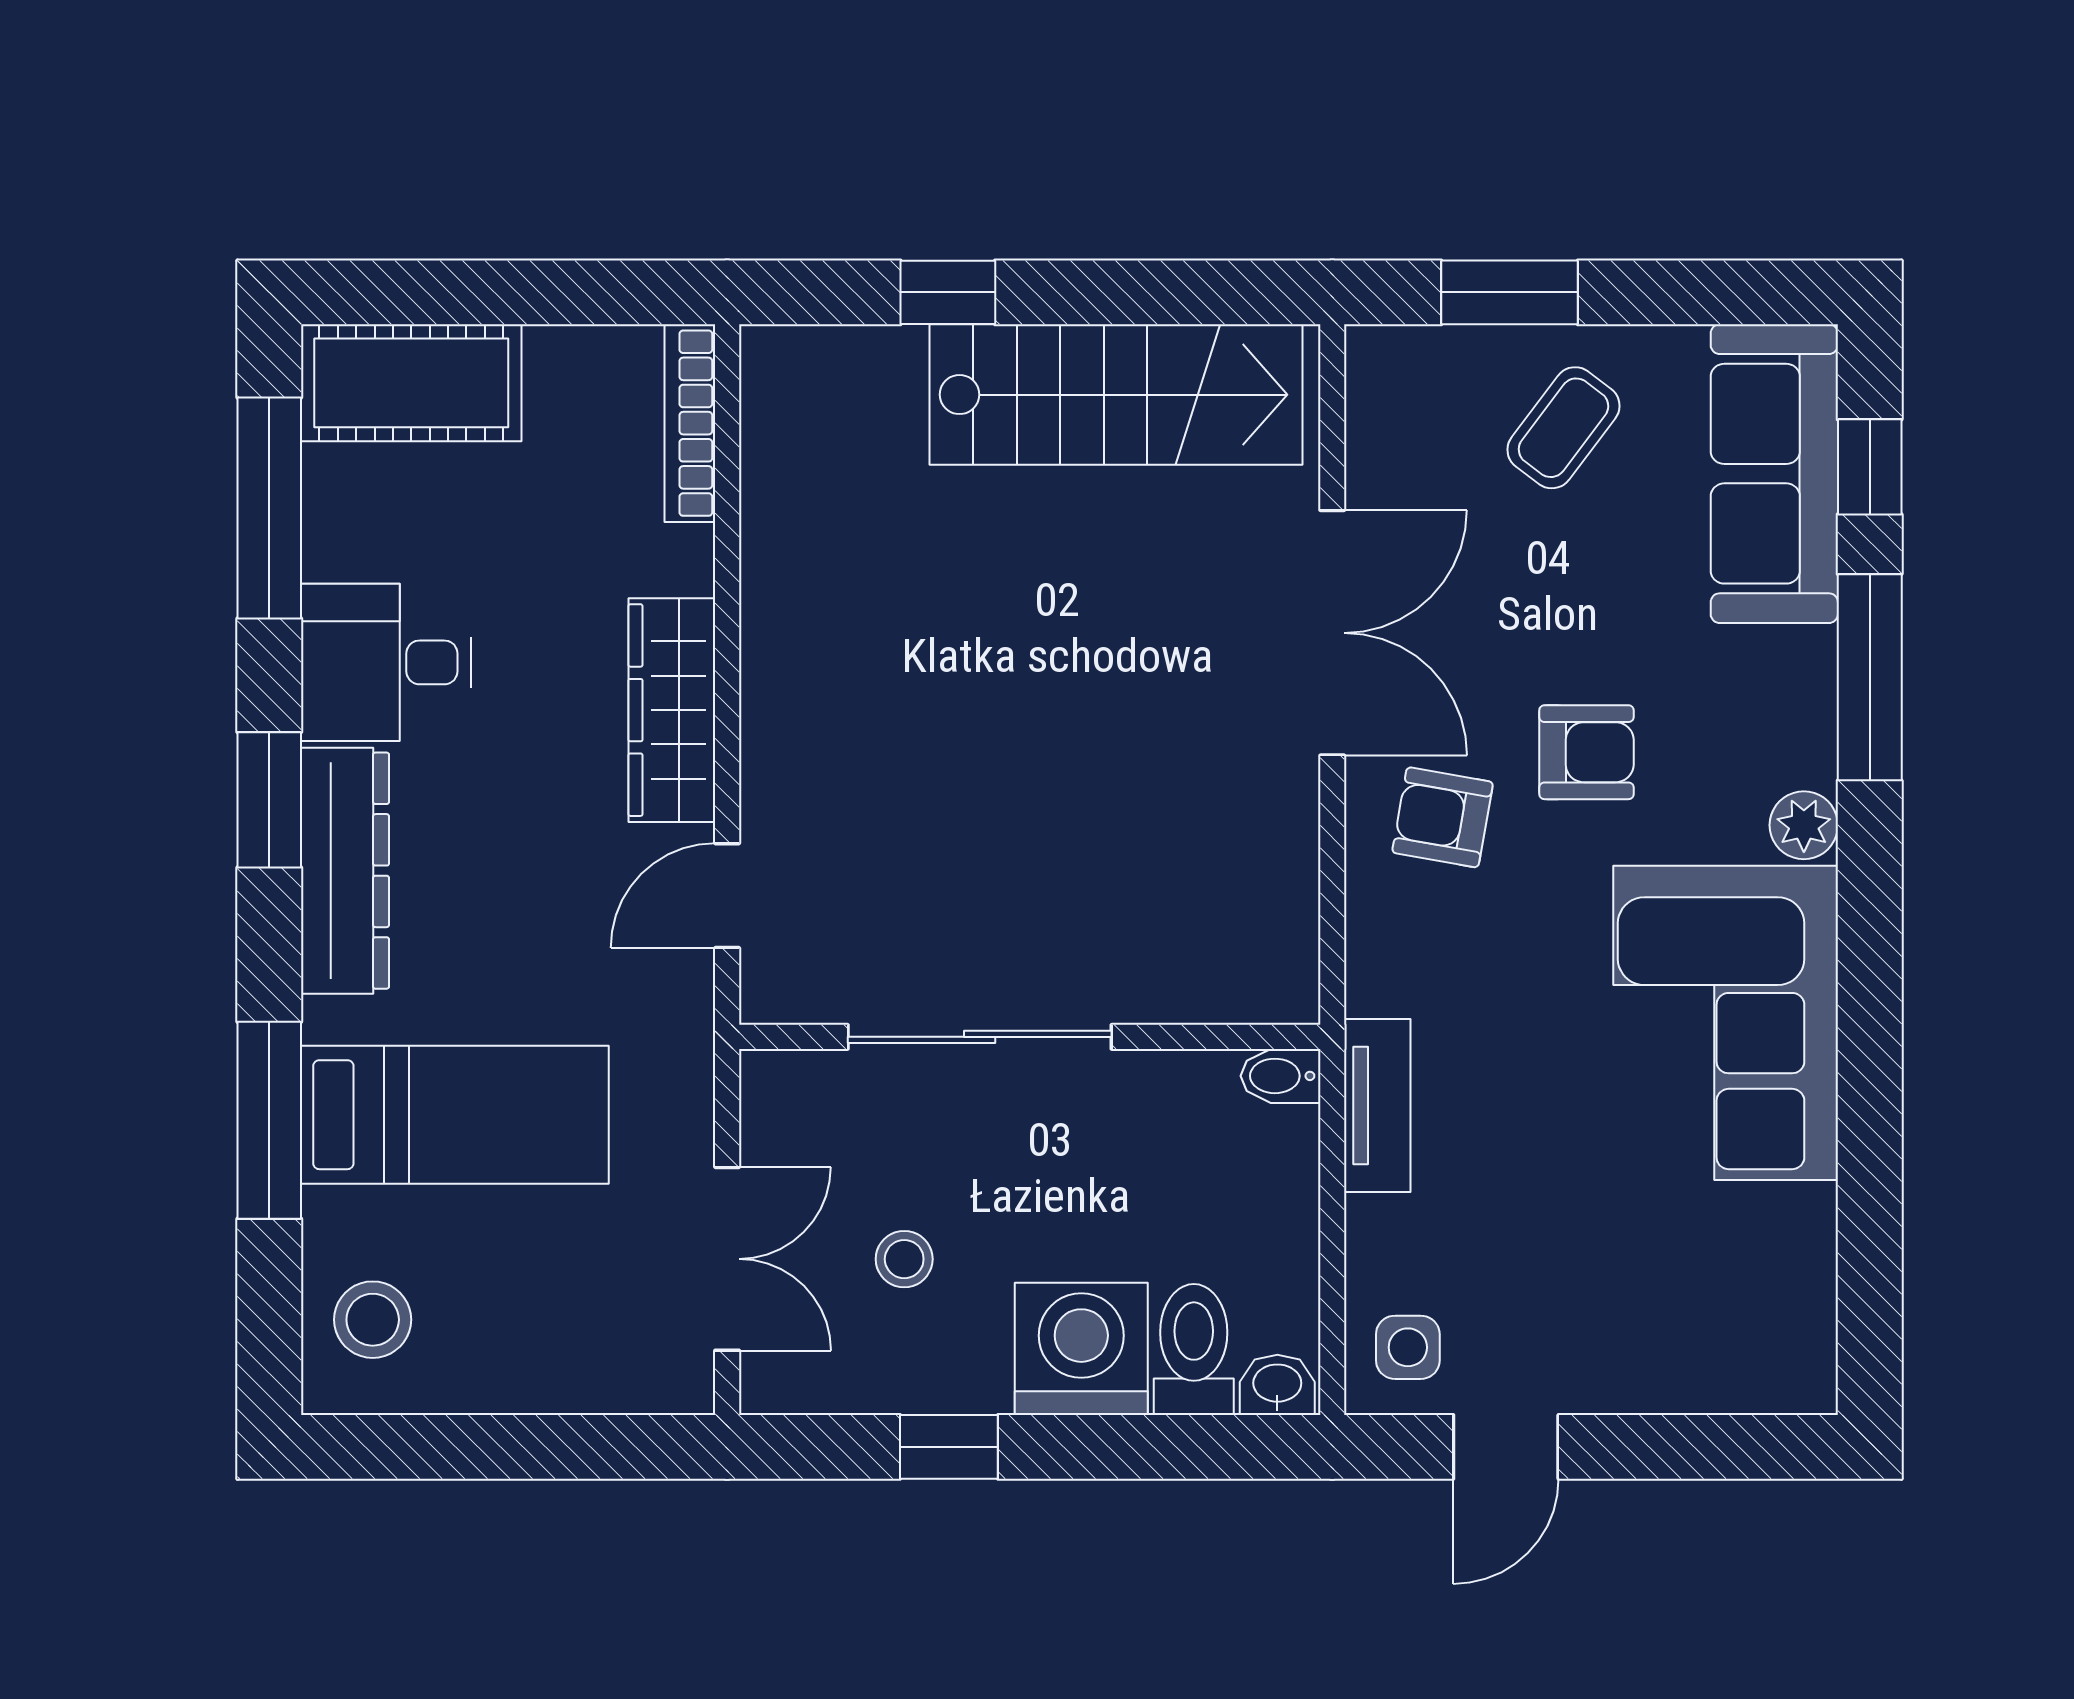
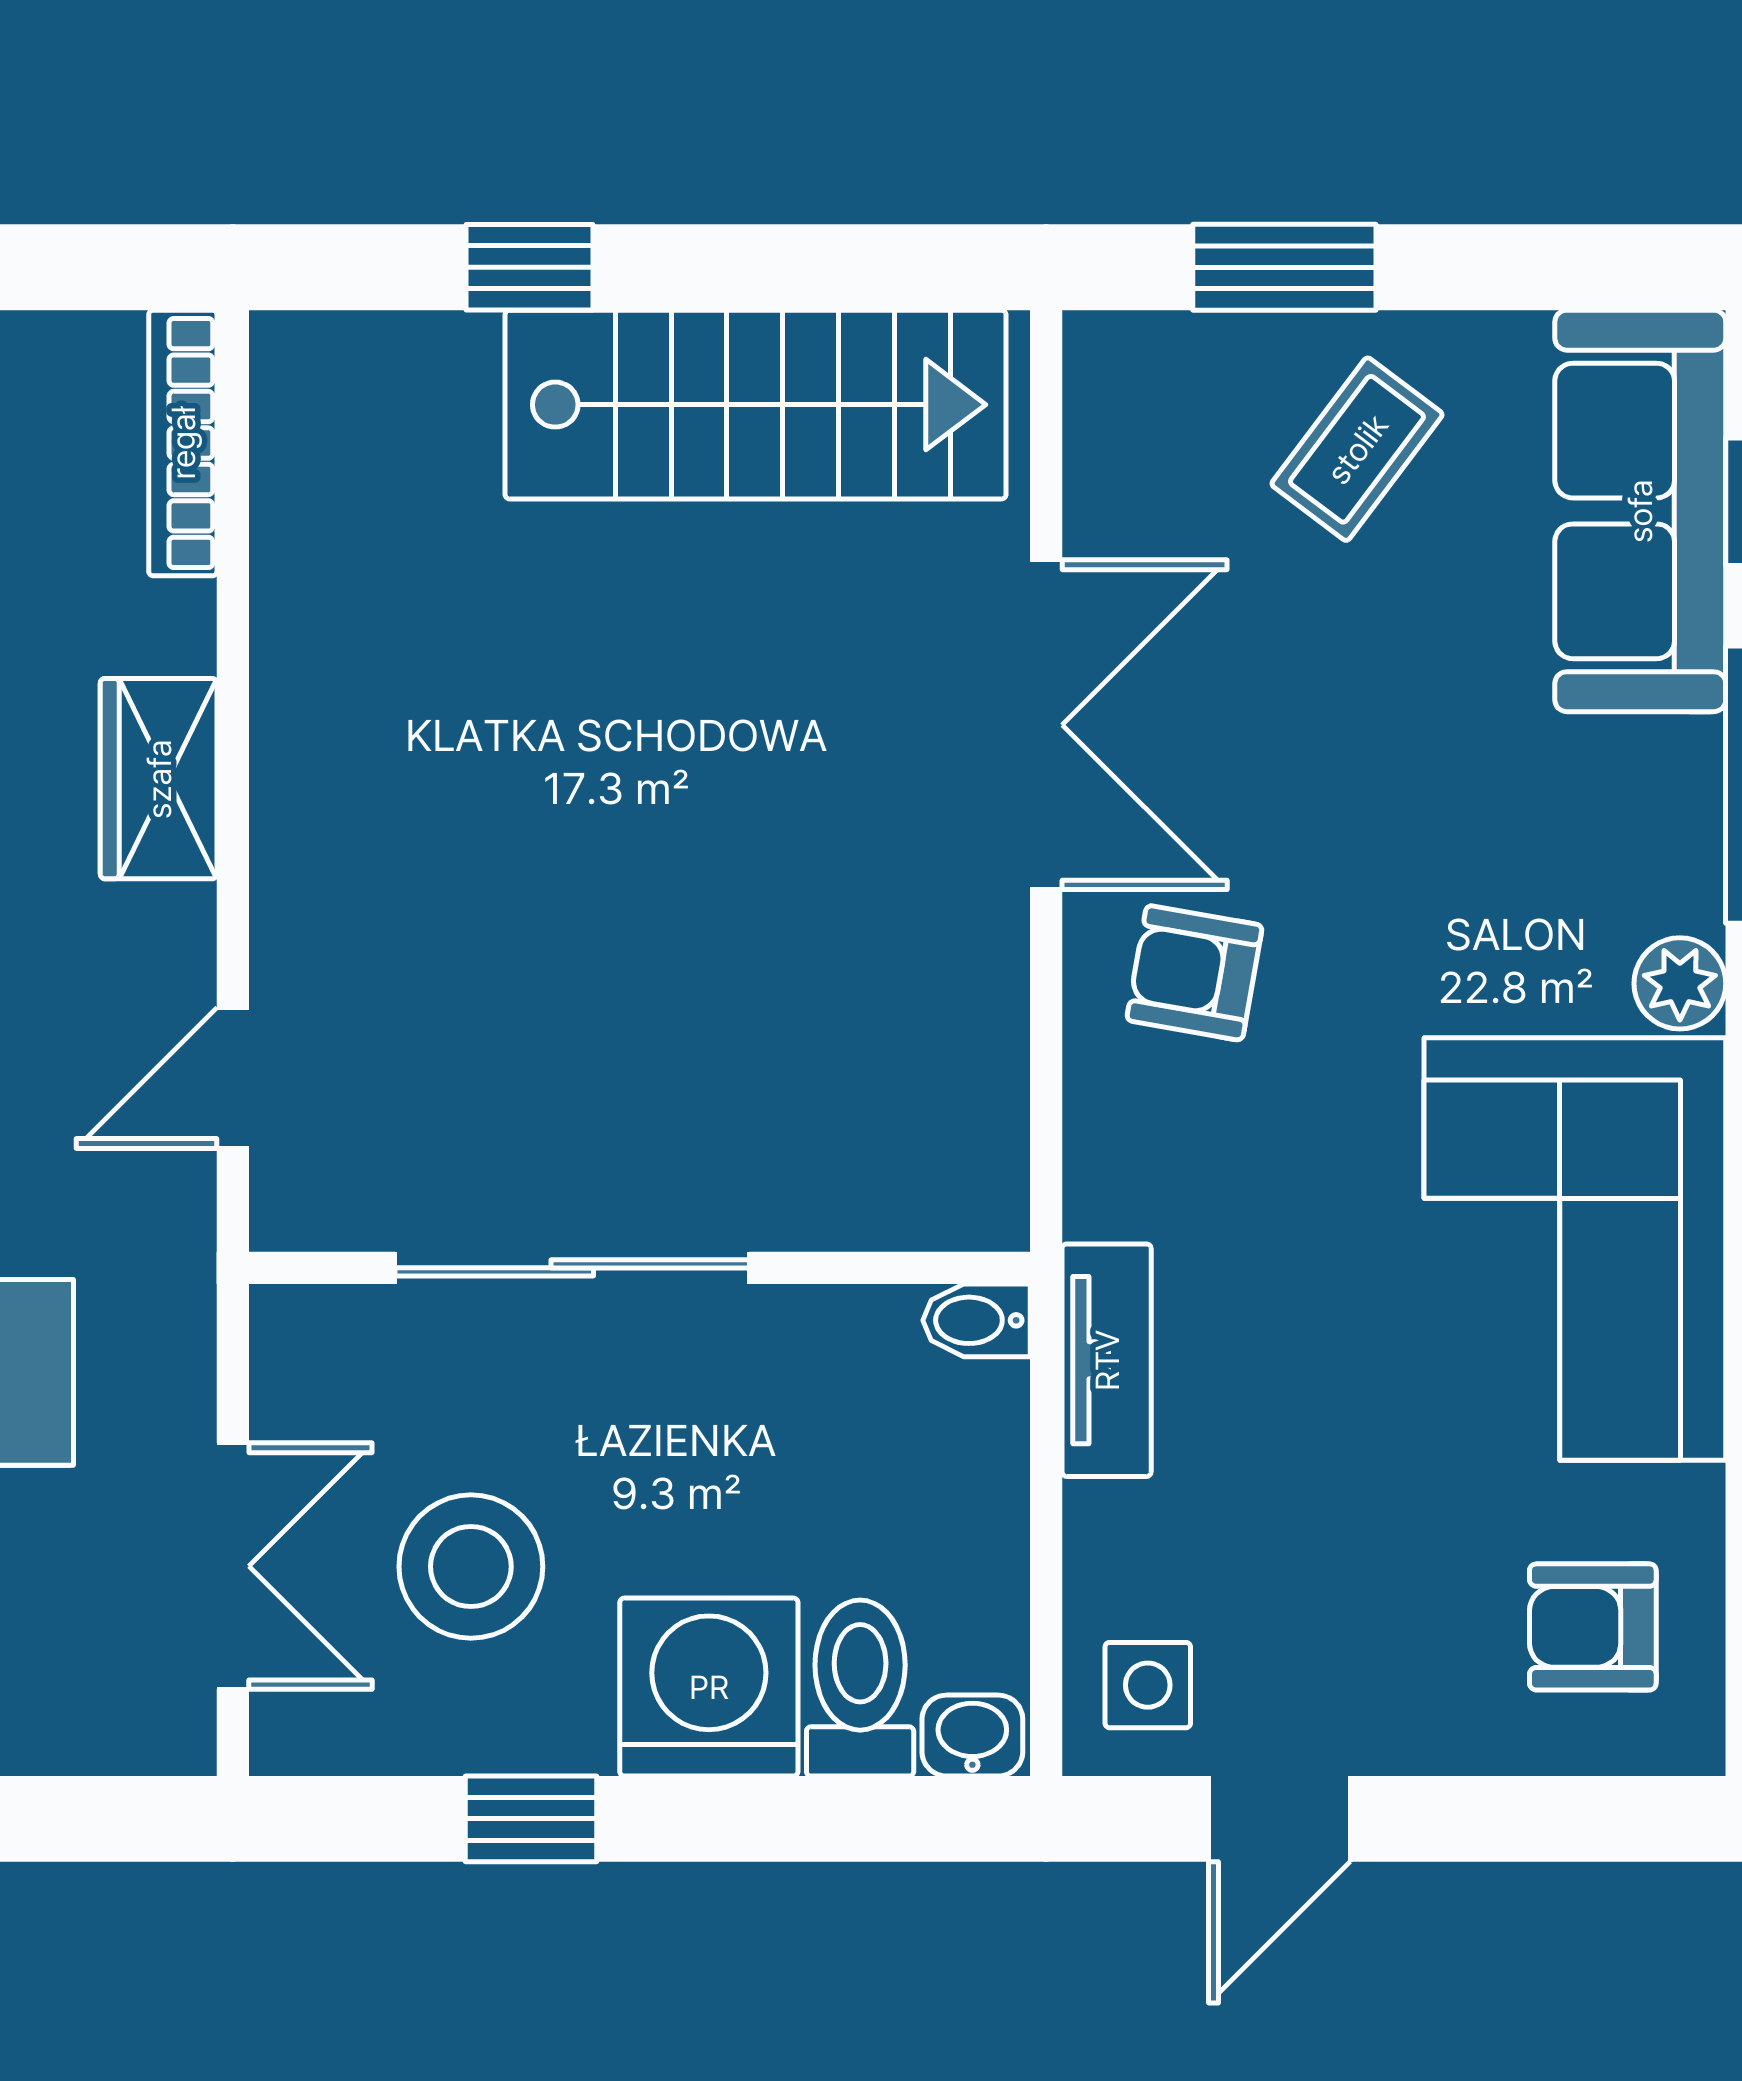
wardrobe: (672, 710) -> (159, 779), width x0.67
armchair: (1586, 752) -> (1593, 1627), moved, turned 180
stool: (904, 1259) -> (471, 1567), width x1.89, depth x1.89

